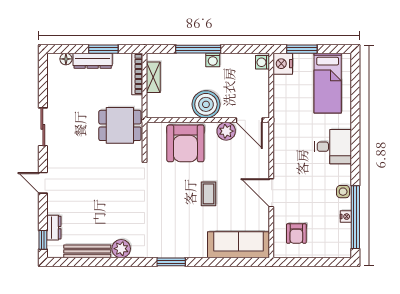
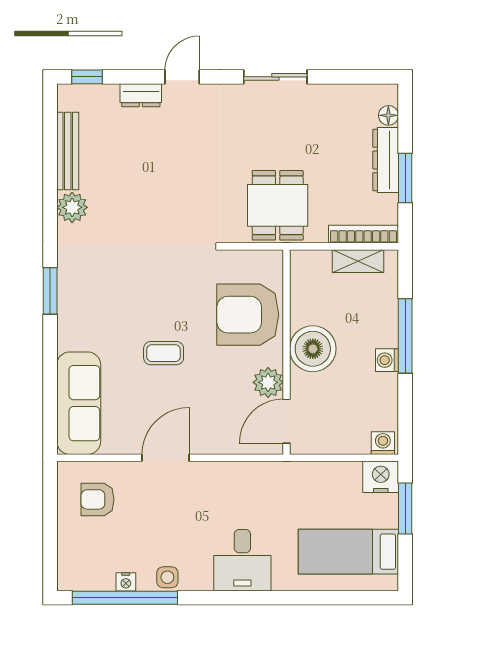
dresser: (54, 228) -> (141, 95), moved

